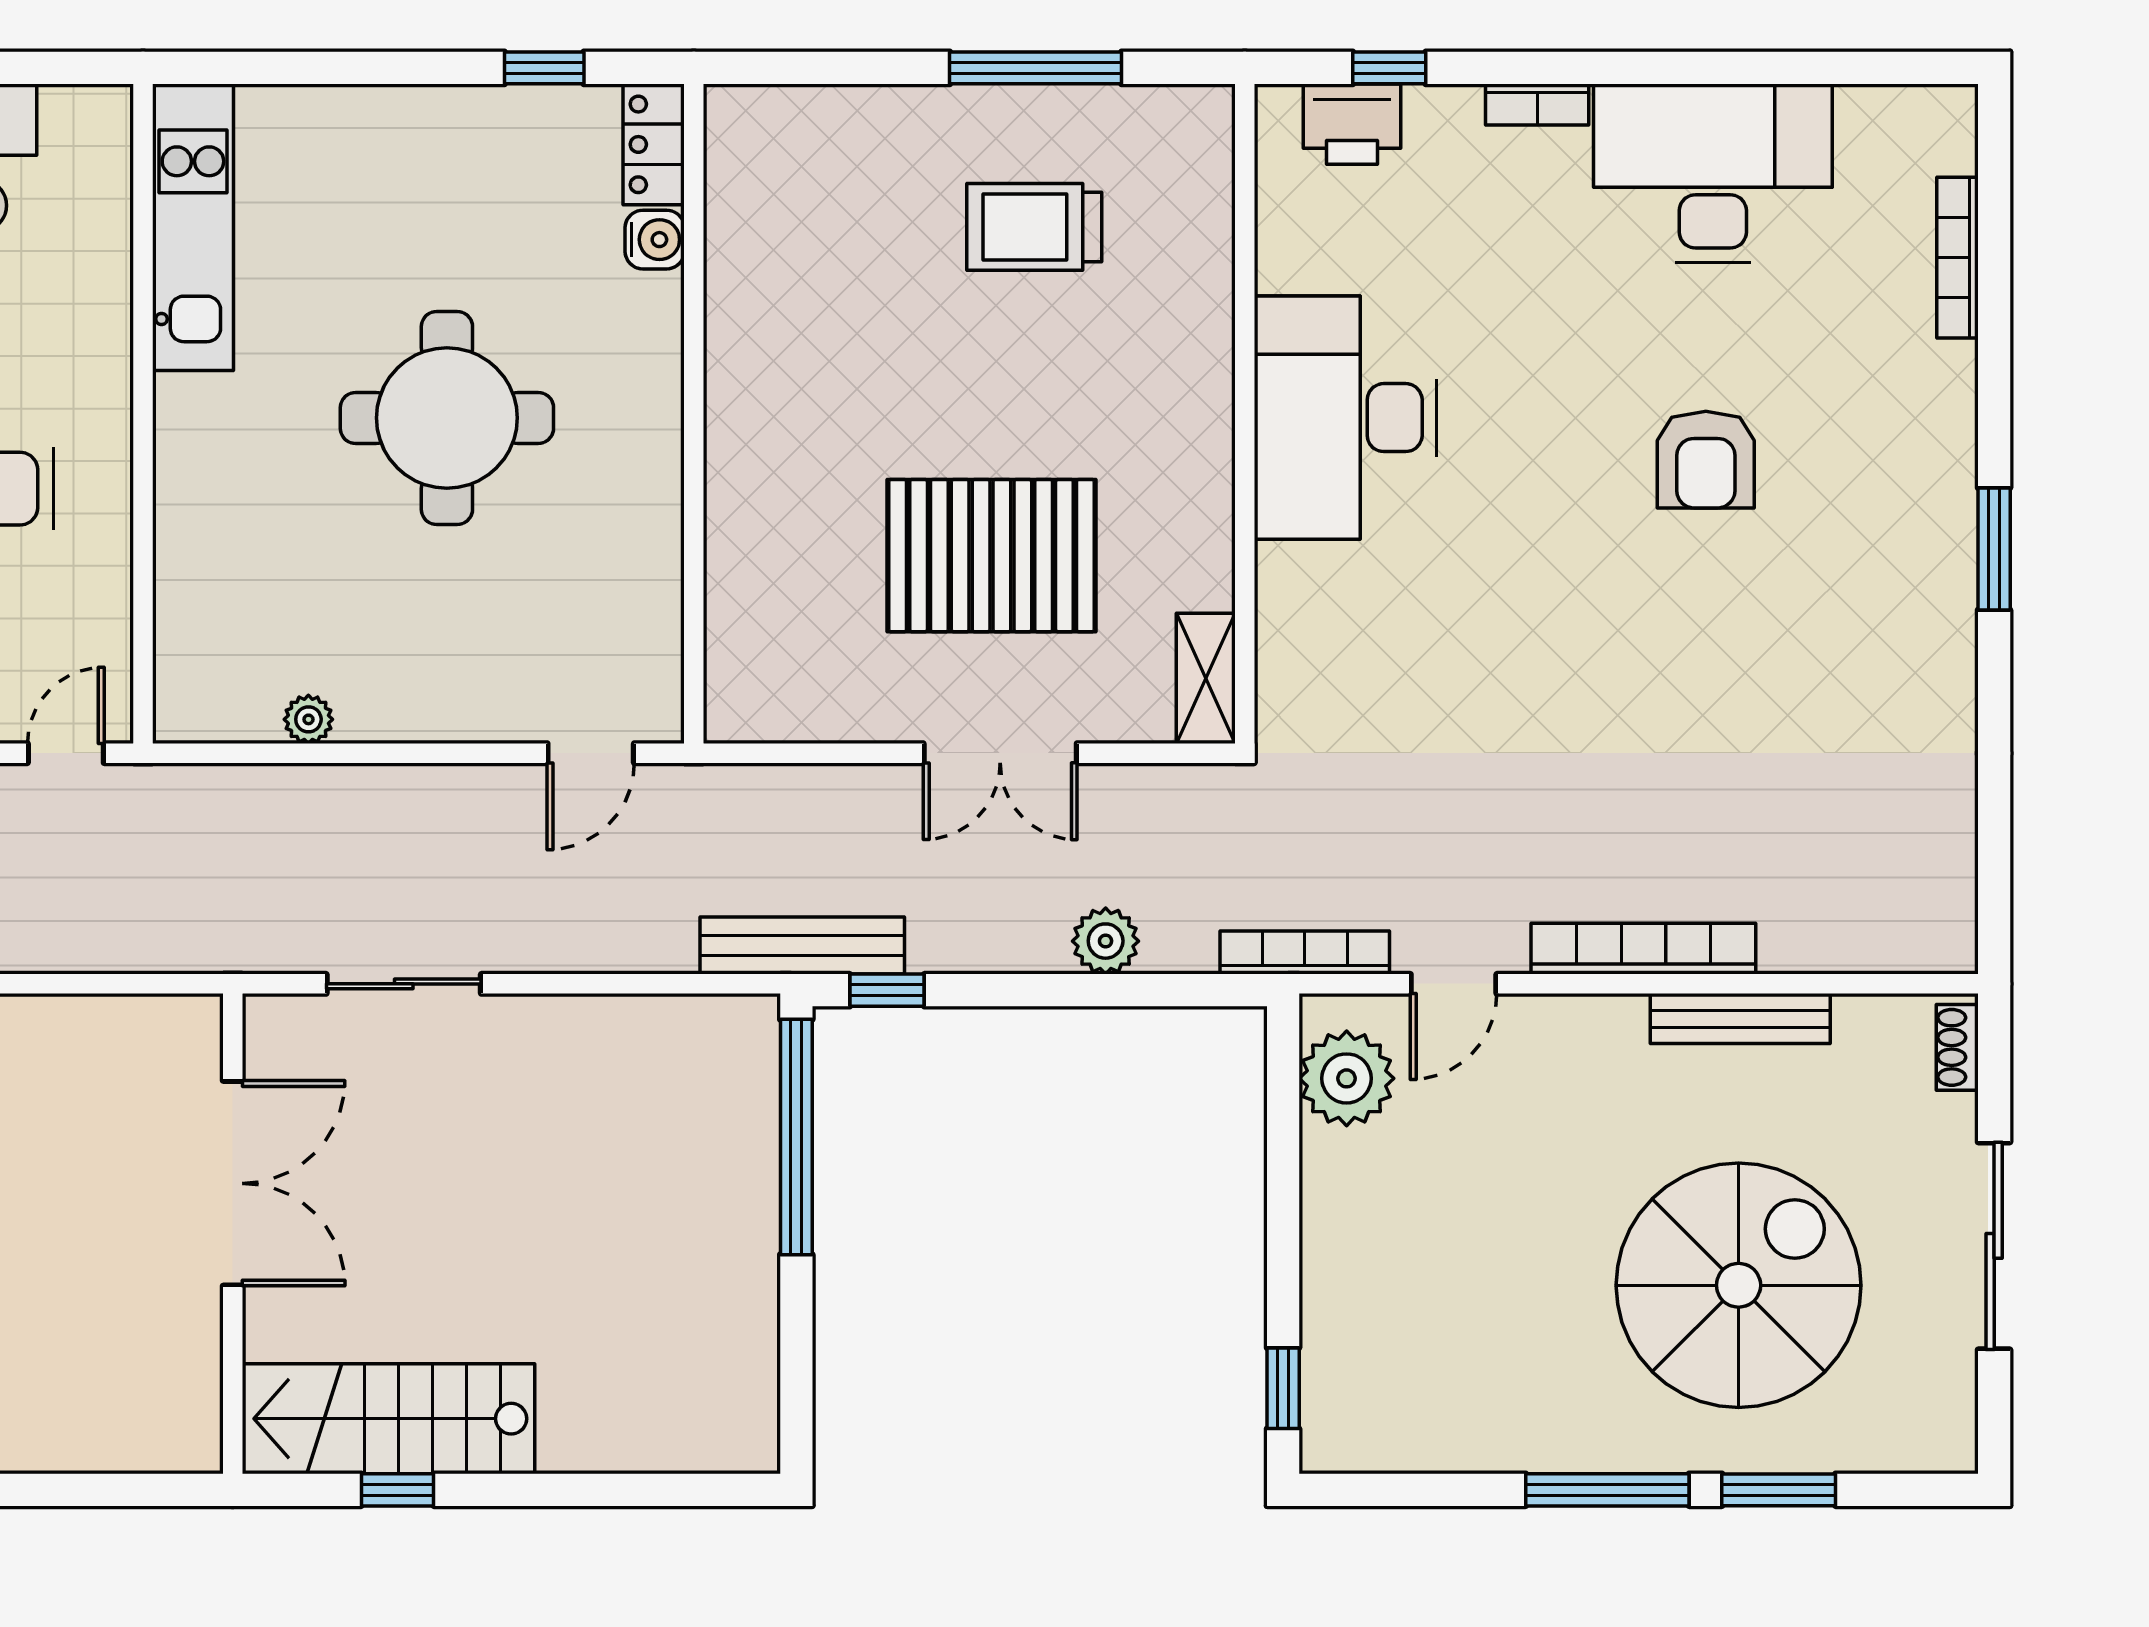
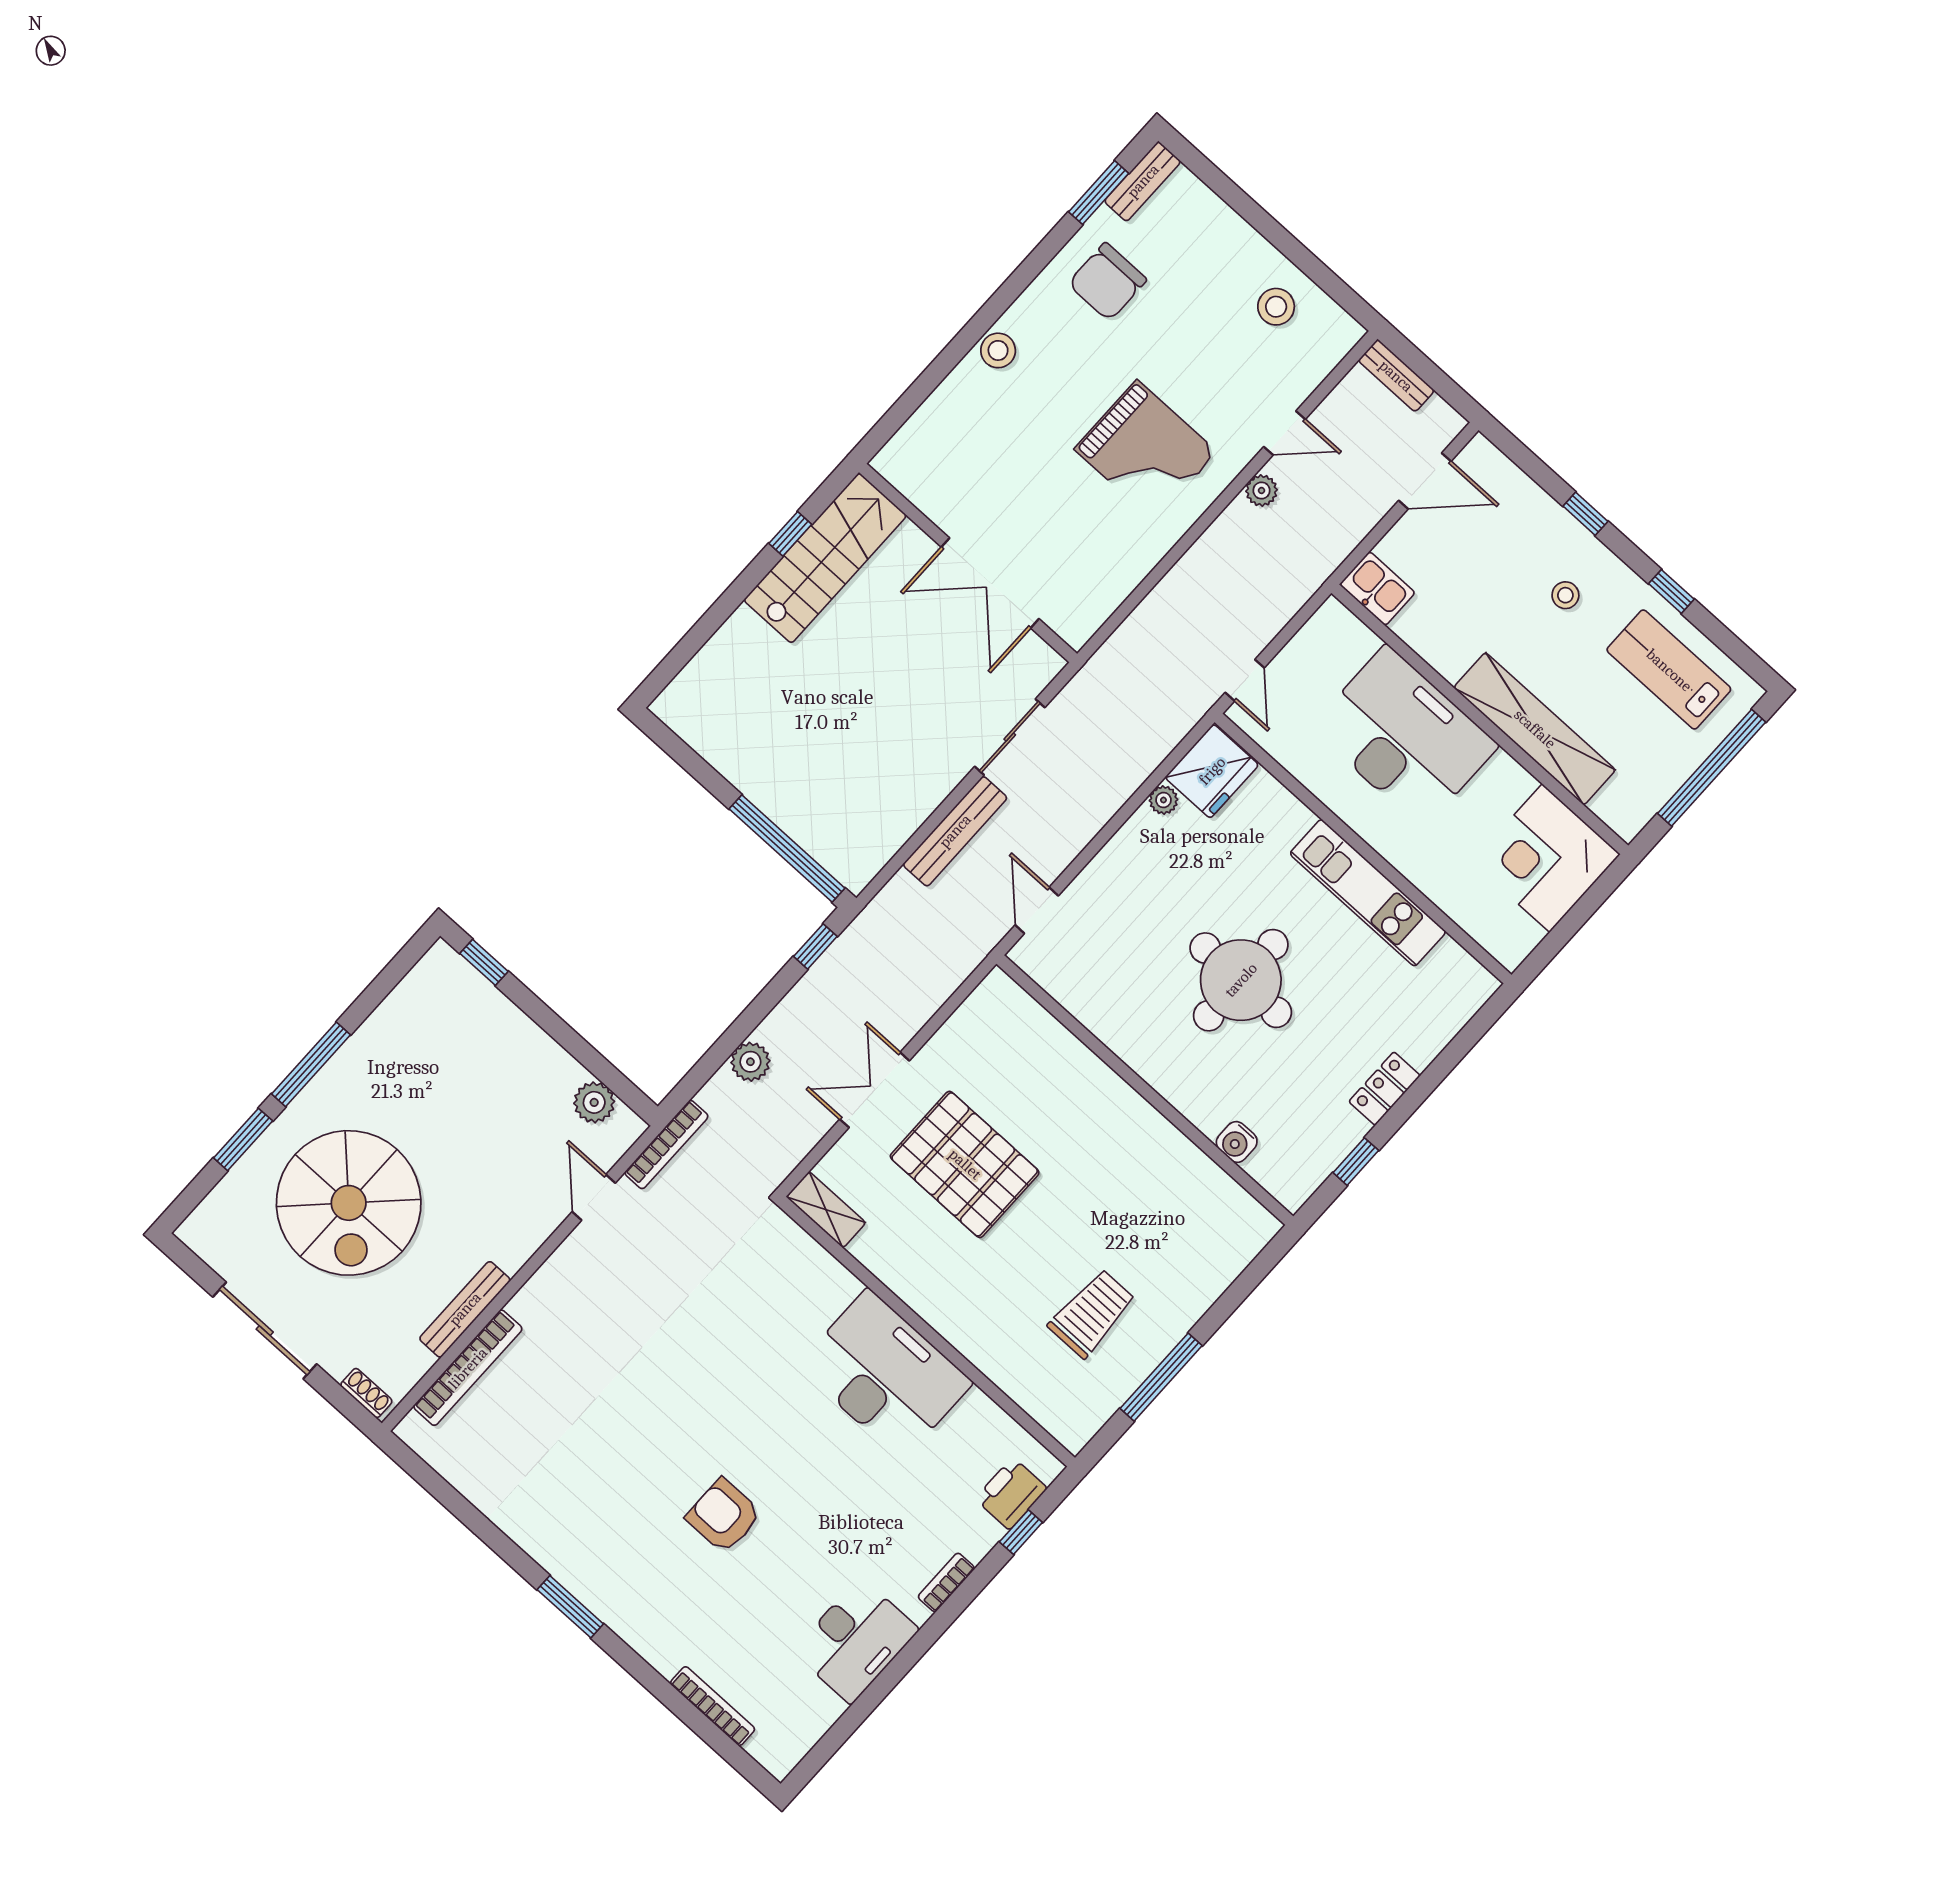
locker: (654, 144) -> (1385, 1089), moved, turned -90
desk: (1713, 173) -> (856, 1640), width x0.73, depth x0.77
kitchen unit: (193, 227) -> (1368, 893), moved
pallet: (991, 556) -> (965, 1164), turned 90
fridge: (217, 691) -> (1212, 771), added
bench: (802, 946) -> (955, 831), moved
bookcase: (1643, 949) -> (468, 1368), moved
plant: (1347, 1078) -> (594, 1102), width x0.73, depth x0.73

